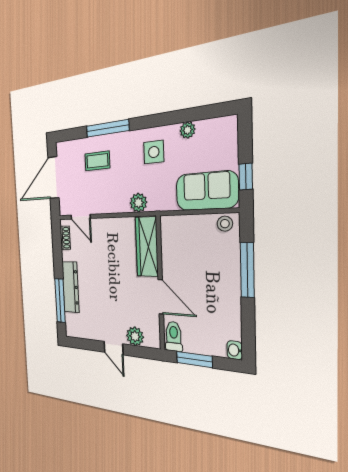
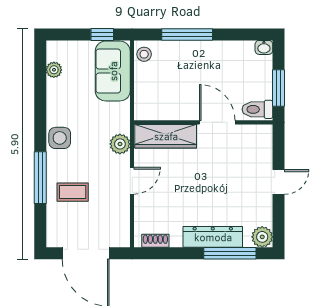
plant: (188, 130) -> (54, 70), moved
side table: (154, 152) -> (60, 138), moved
coffee table: (97, 161) -> (73, 192), turned 90
door: (81, 217) -> (132, 181), moved
door: (161, 297) -> (217, 122), hinge flipped
plant: (135, 336) -> (262, 237), moved

